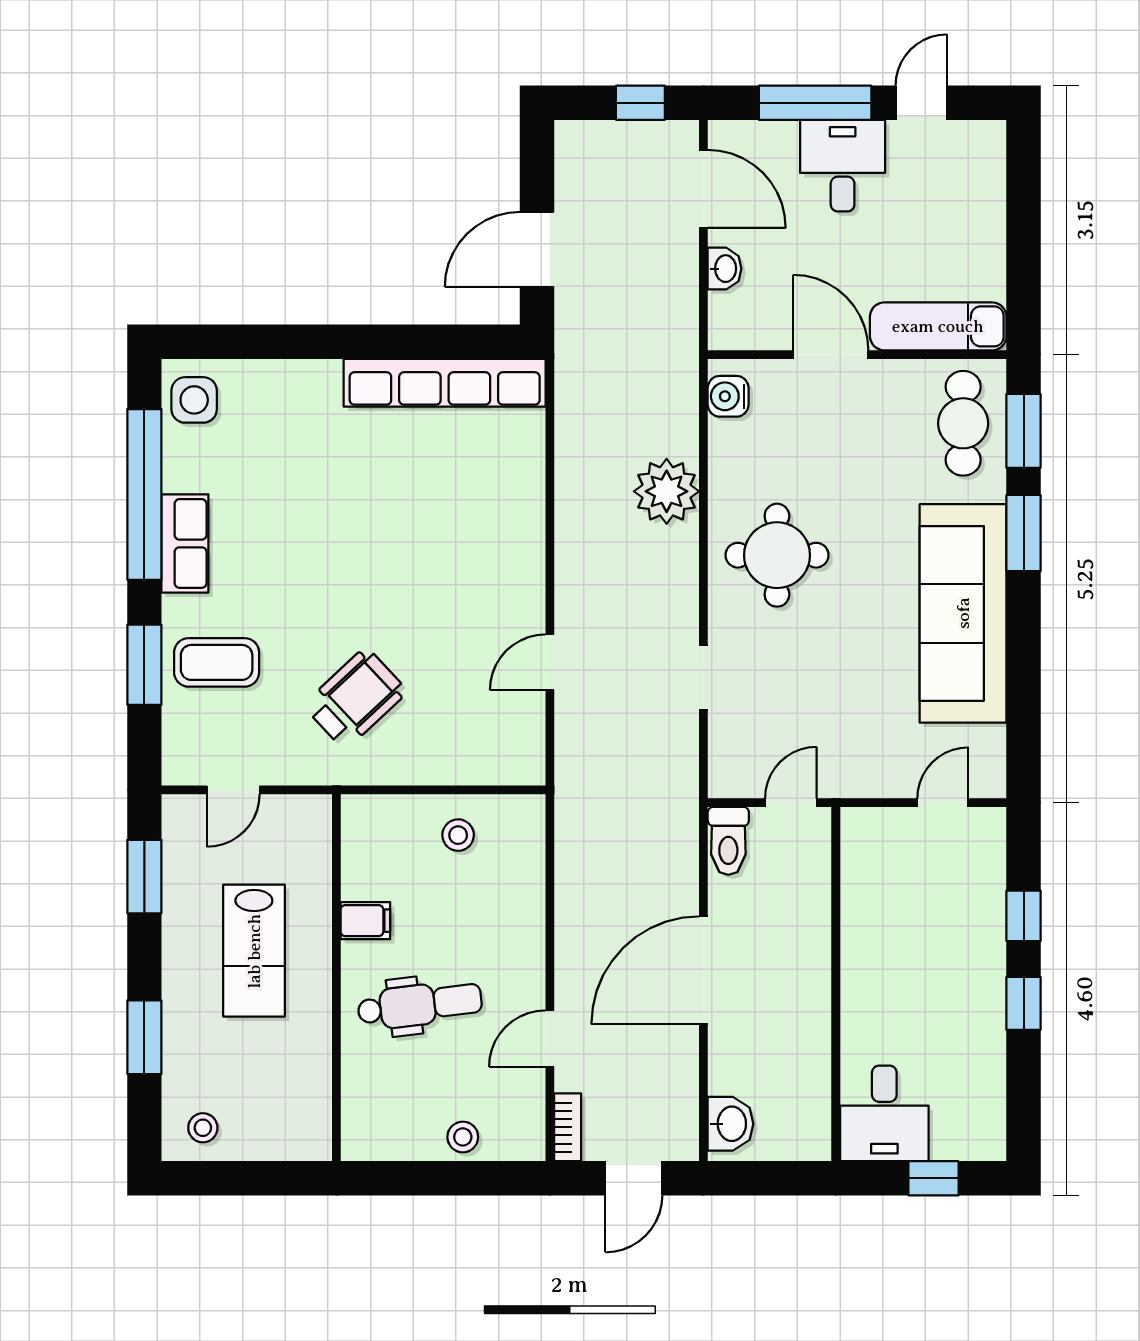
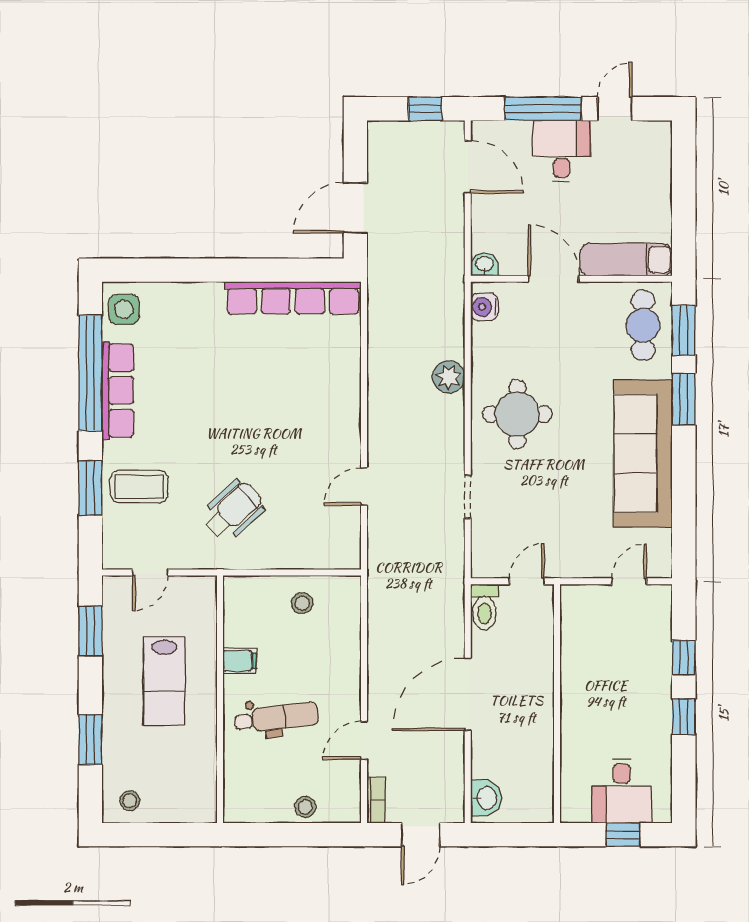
washbasin: (725, 269) -> (485, 264), moved, turned -90
plant: (667, 491) -> (449, 377), width x0.73, depth x0.73
row of seats: (185, 543) -> (118, 390), width x1.48
desk: (884, 1113) -> (622, 791), moved

